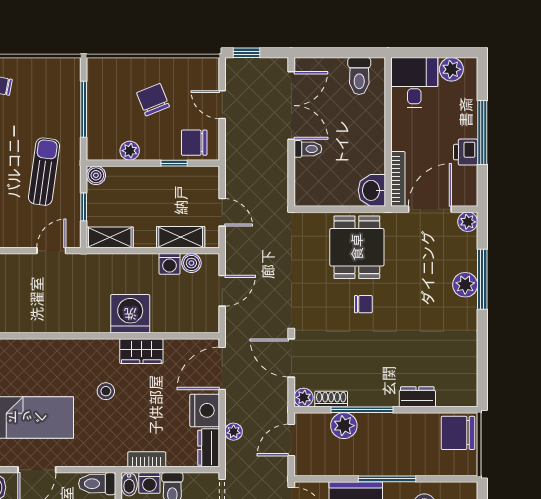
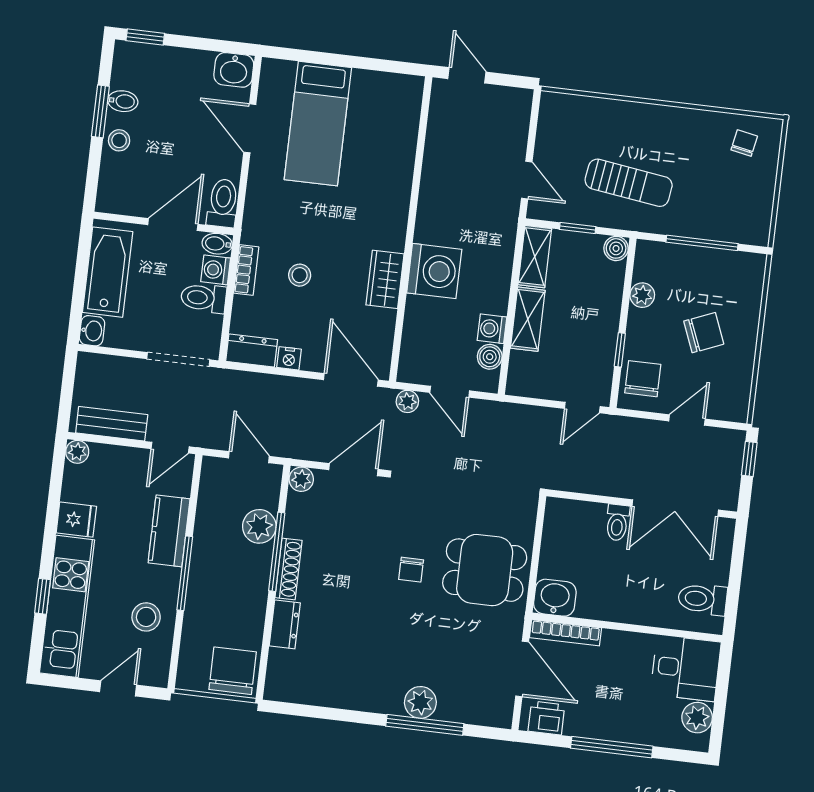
printer: (466, 152) -> (546, 718), moved
door: (222, 212) -> (582, 407), moved
plant: (468, 222) -> (500, 715), removed
shelving: (181, 237) -> (528, 319), moved
stool: (106, 391) -> (300, 275), moved
shoe rack: (331, 399) -> (289, 569), moved, width x1.43
nightstand: (205, 410) -> (289, 358), width x0.53, depth x0.56
plant: (234, 432) -> (407, 401), moved

